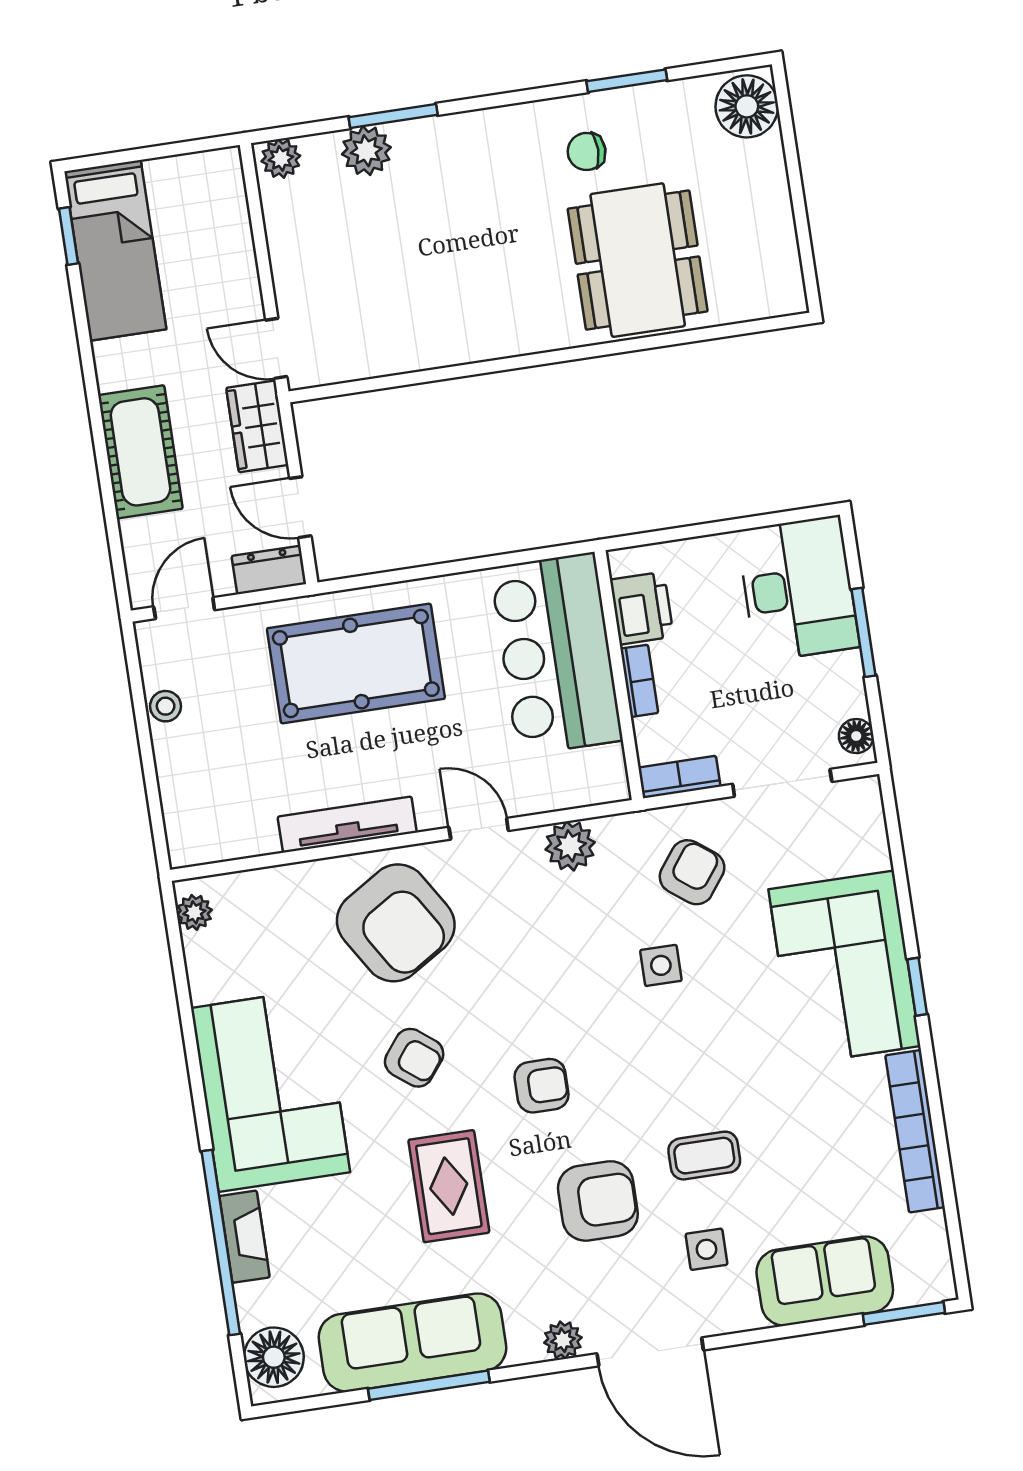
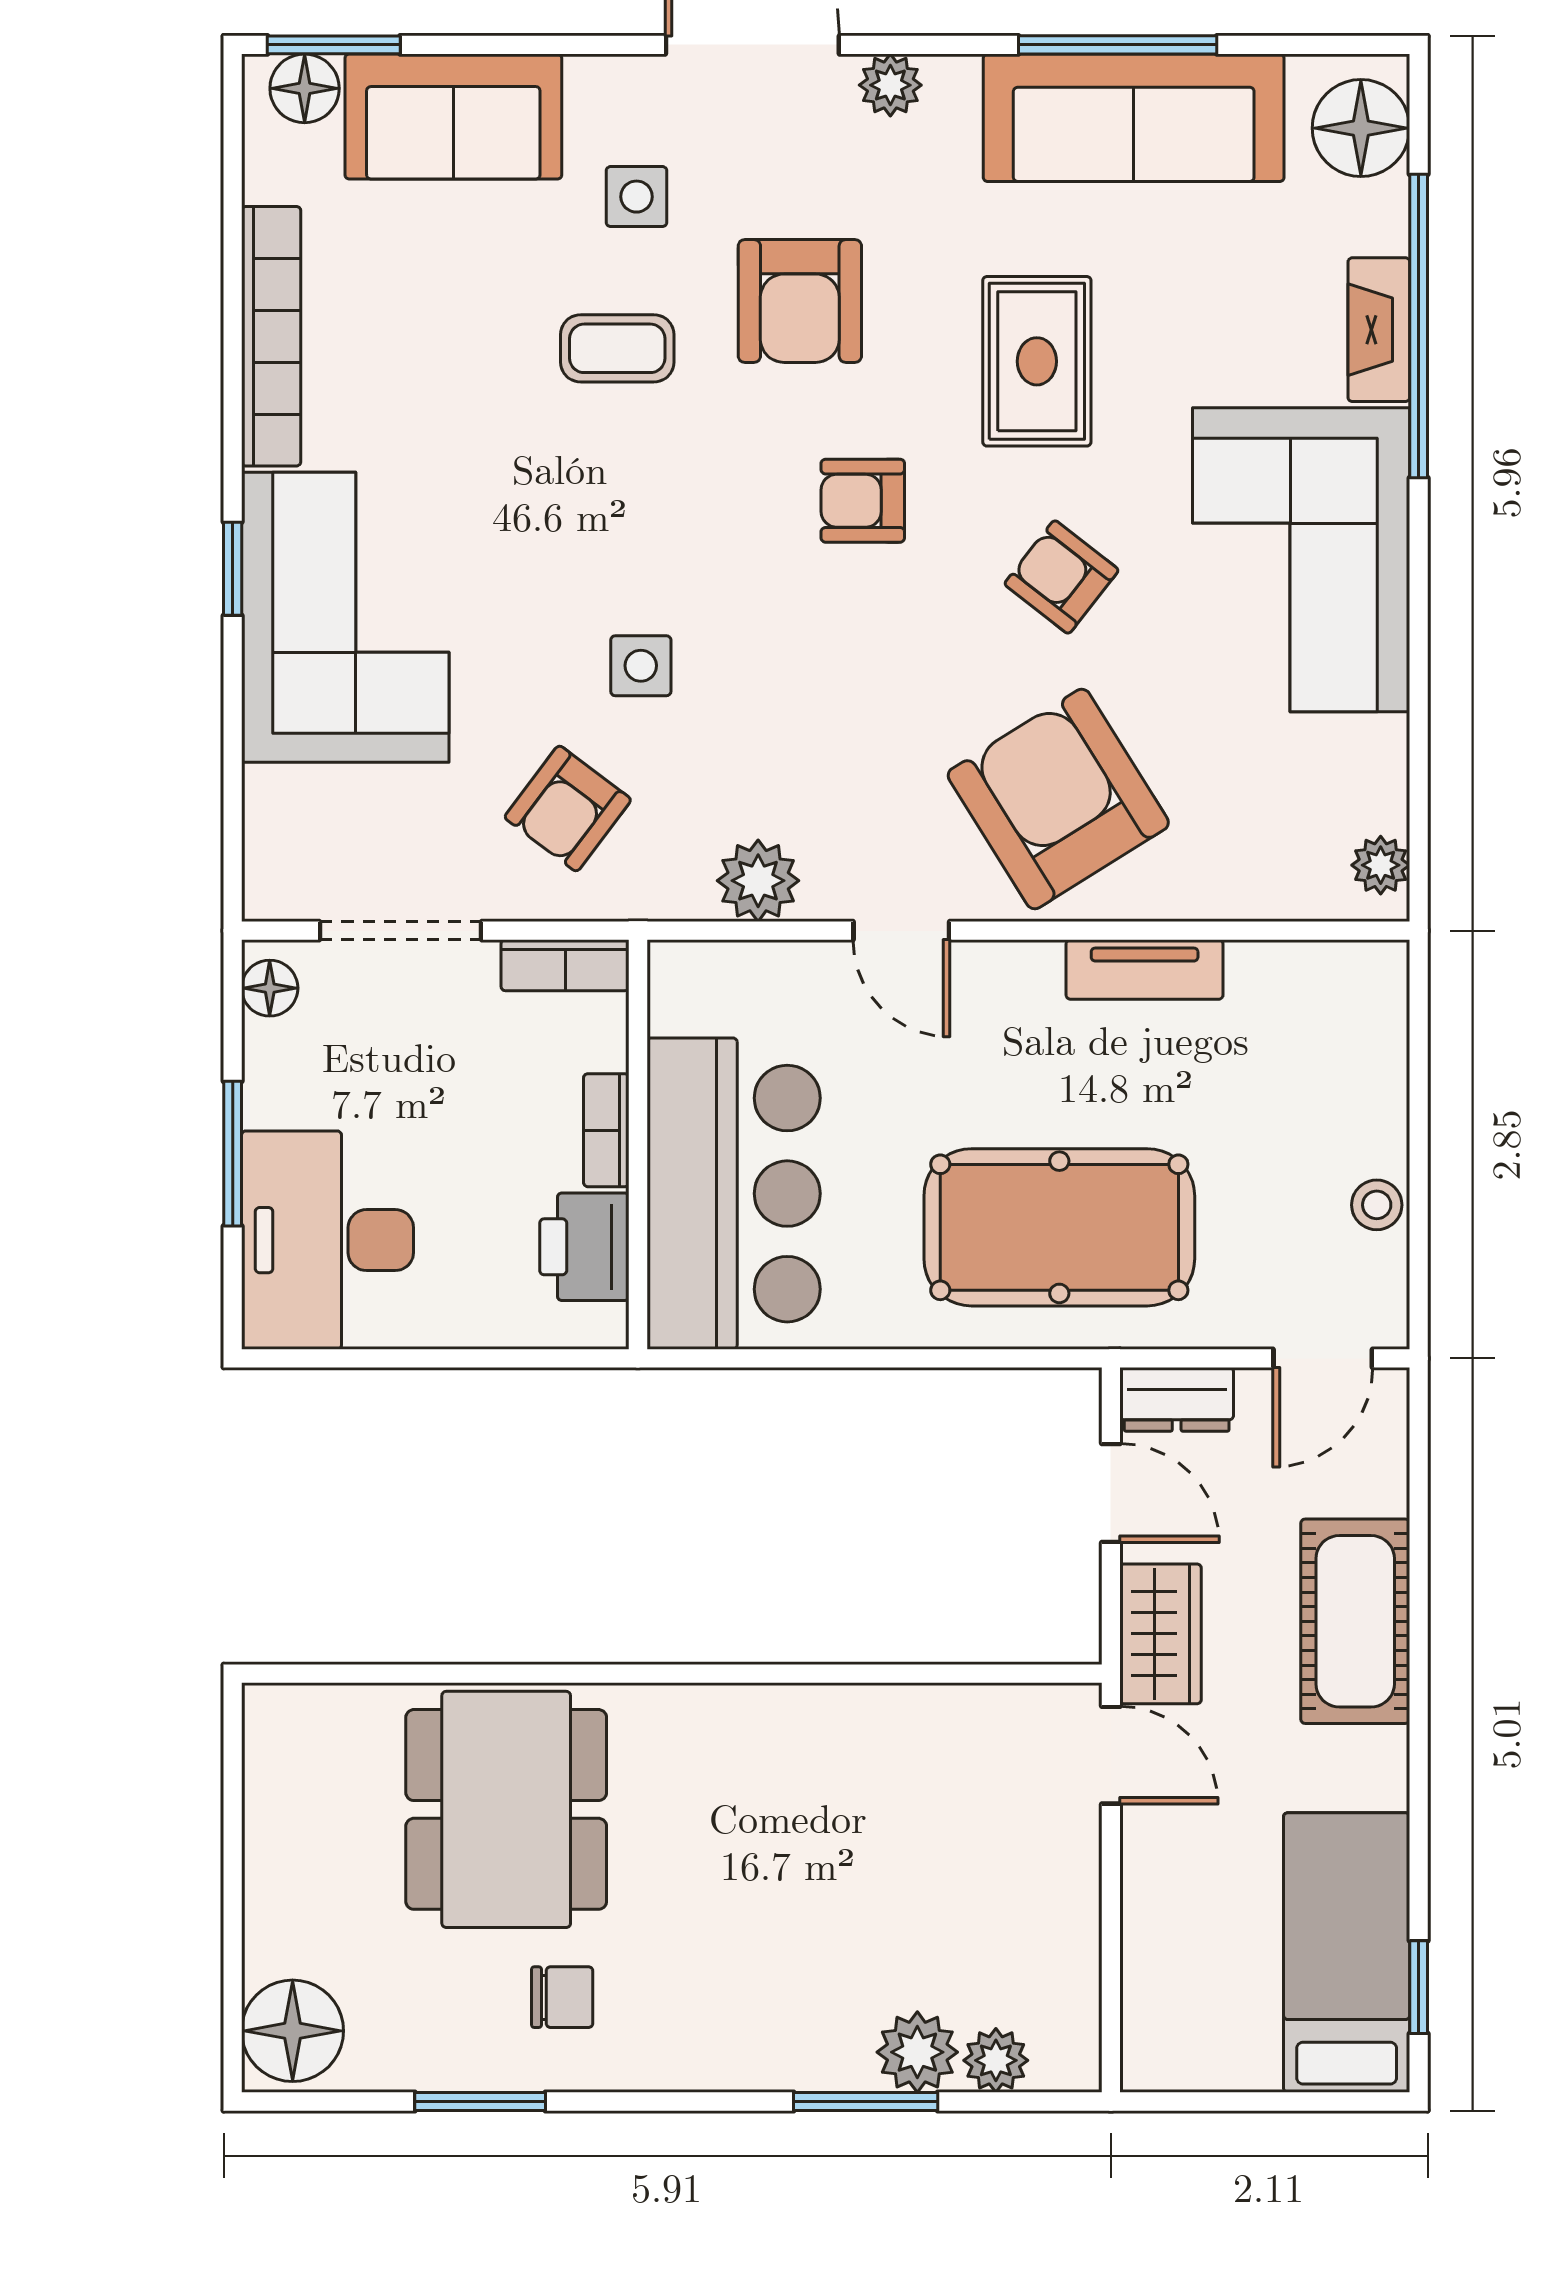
plant: (281, 158) -> (996, 2060), moved
tv unit: (347, 825) -> (1145, 969), width x0.71
armchair: (598, 1201) -> (800, 301), turned -90
floor lamp: (918, 1284) -> (305, 88), added

